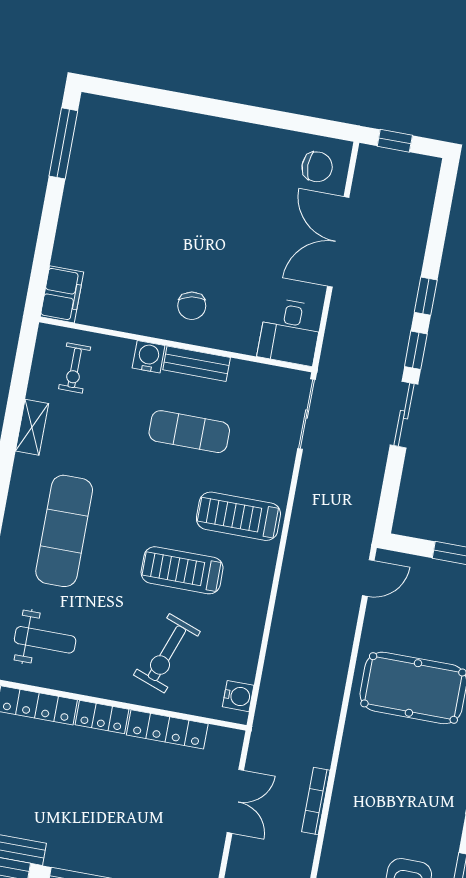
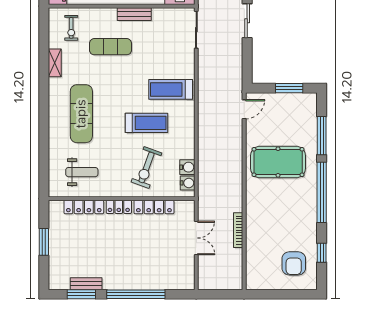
water cooler: (149, 357) -> (187, 167), moved, turned 90
exercise mat: (189, 432) -> (111, 47), moved
treadmill: (182, 570) -> (146, 123), turned 180

